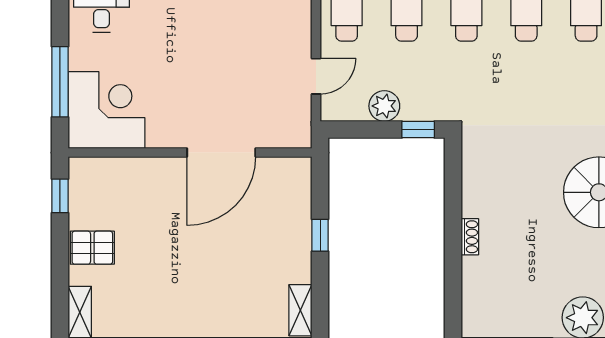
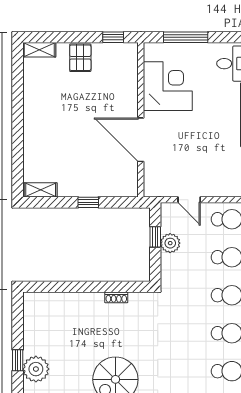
corner desk: (106, 110) -> (168, 86), moved, turned -90
window: (418, 130) -> (155, 237), moved
shoe rack: (470, 237) -> (116, 297), moved

